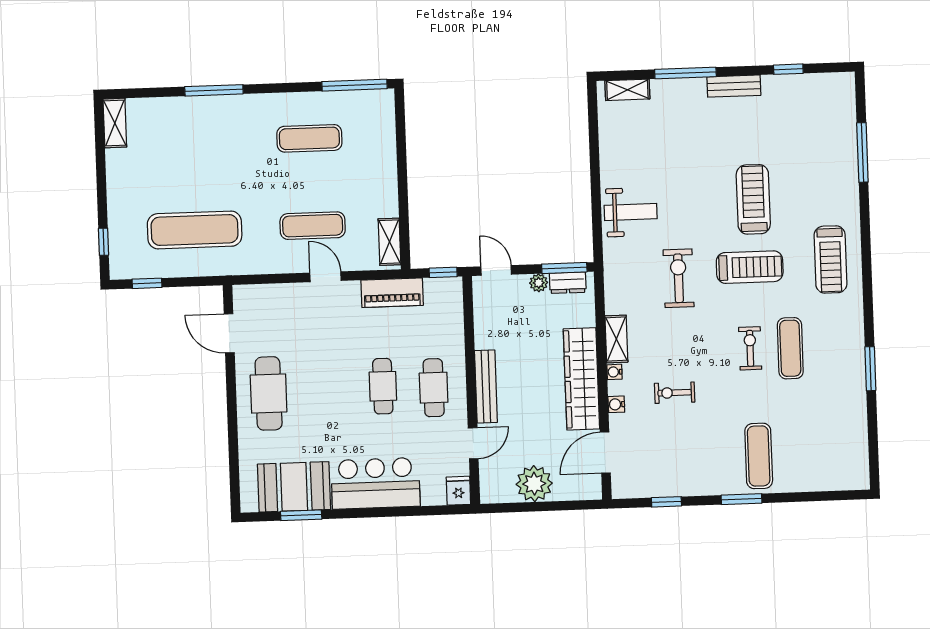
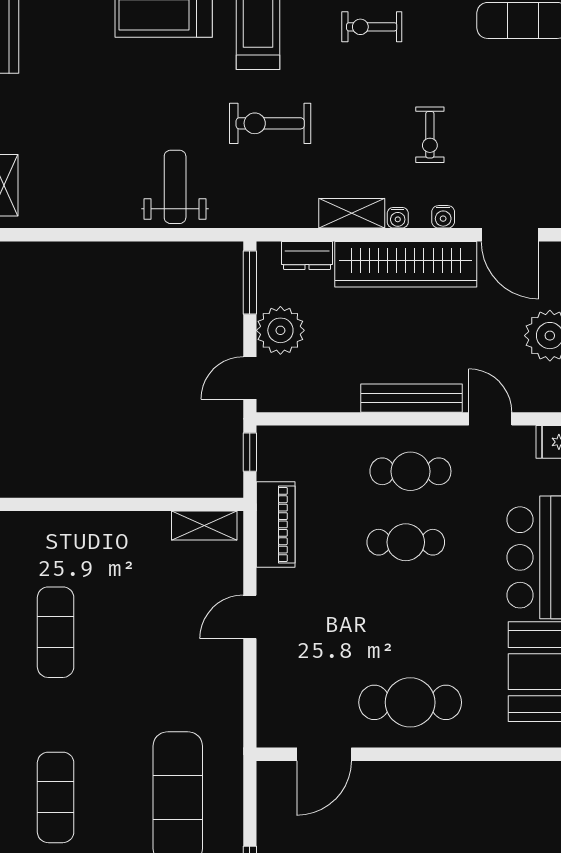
exercise mat: (313, 226) -> (56, 797), moved
plant: (539, 283) -> (280, 330), width x1.88, depth x1.88
dresser: (568, 283) -> (307, 255), moved, turned 90

